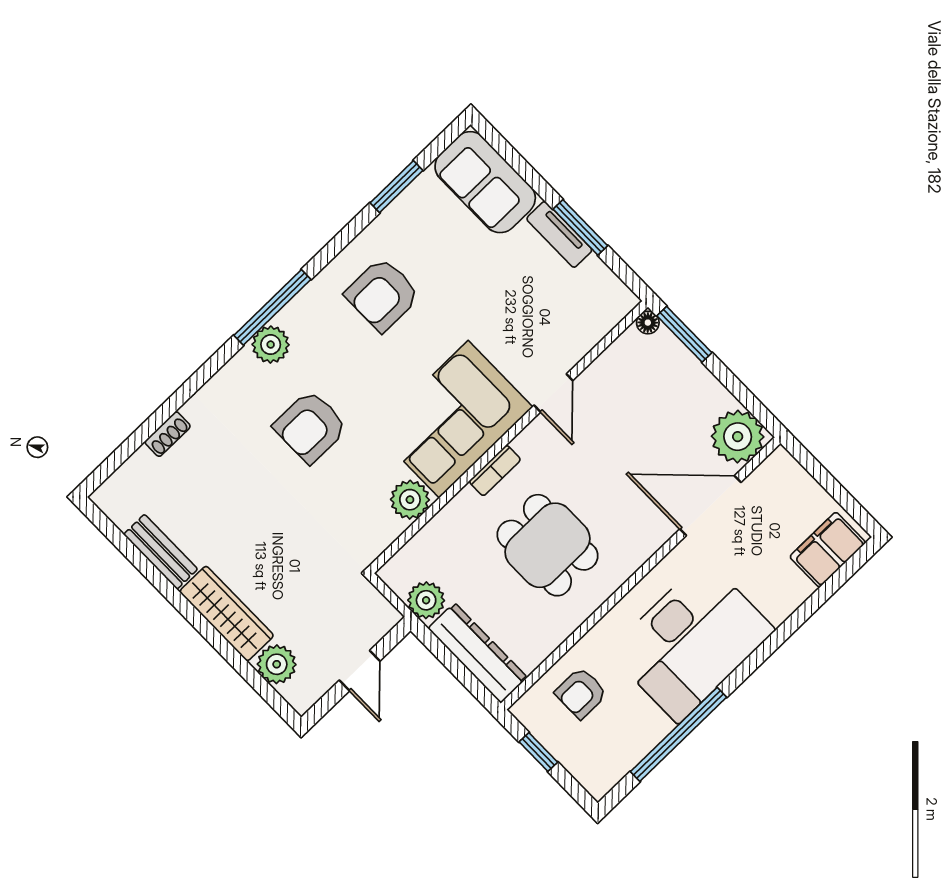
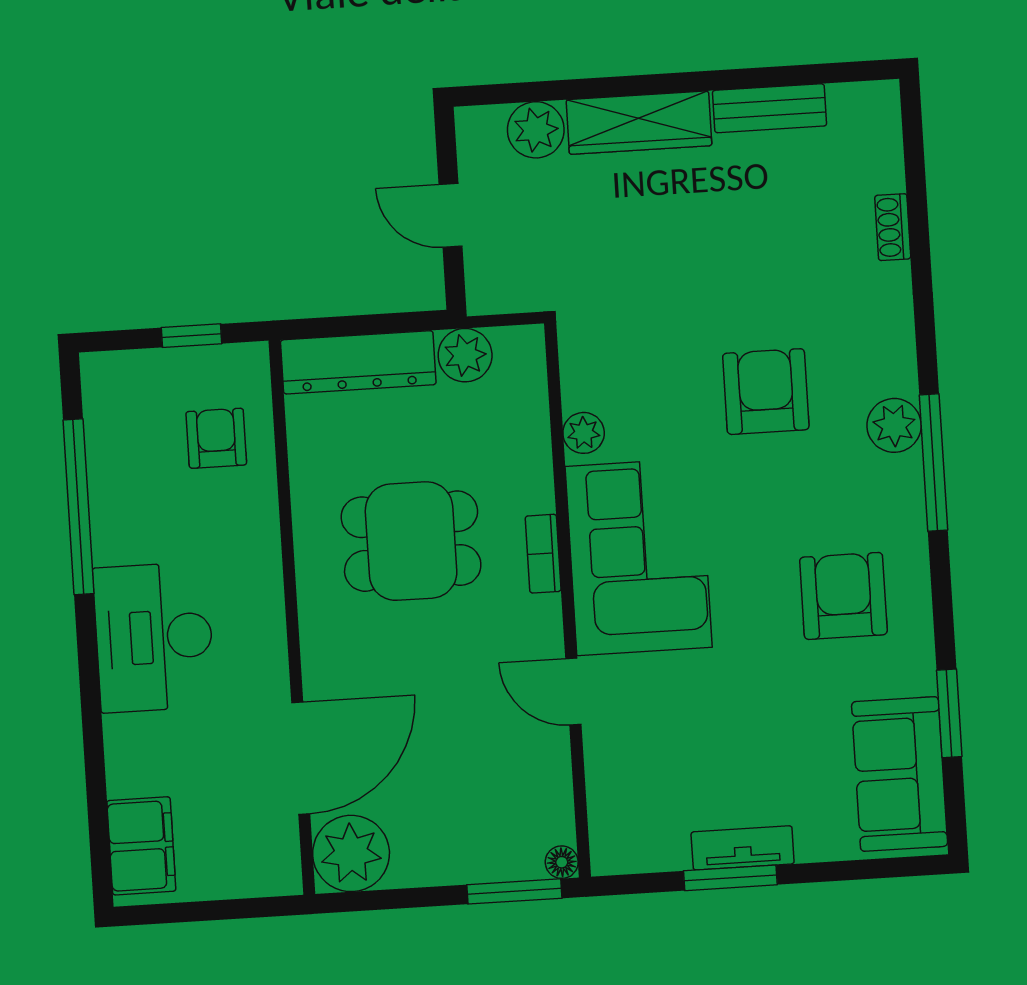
sofa: (485, 182) -> (900, 774), moved, turned -90
plant: (410, 500) -> (584, 433), width x0.73, depth x0.73
desk: (692, 641) -> (154, 637), width x0.73, depth x0.77

